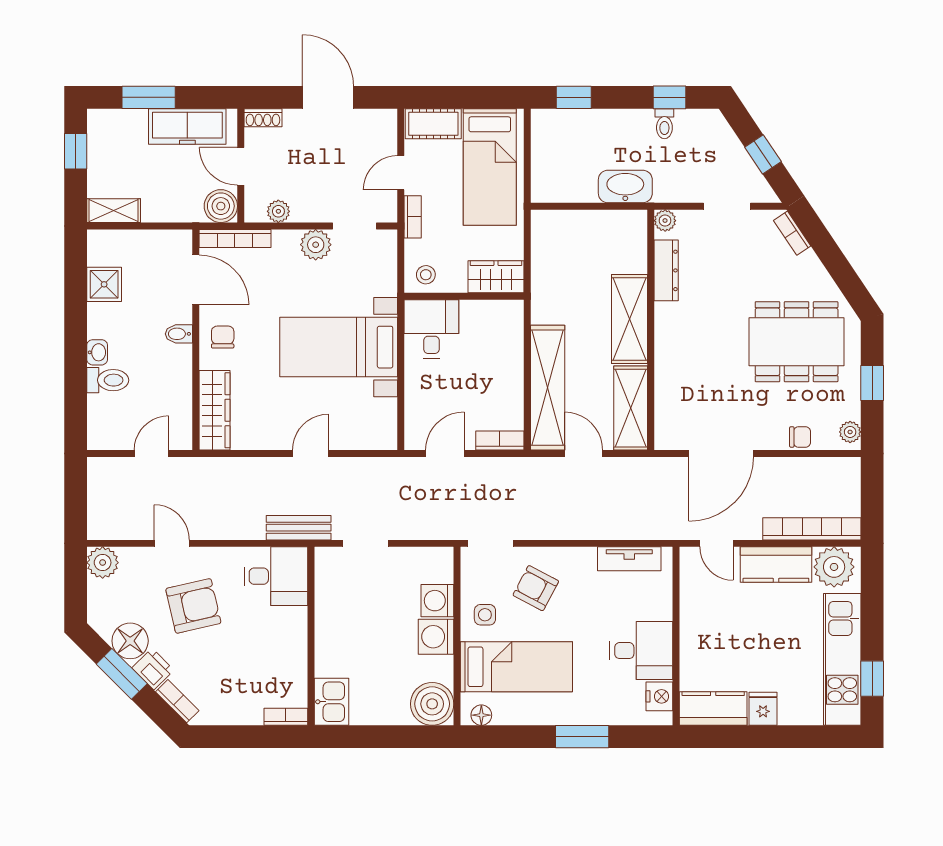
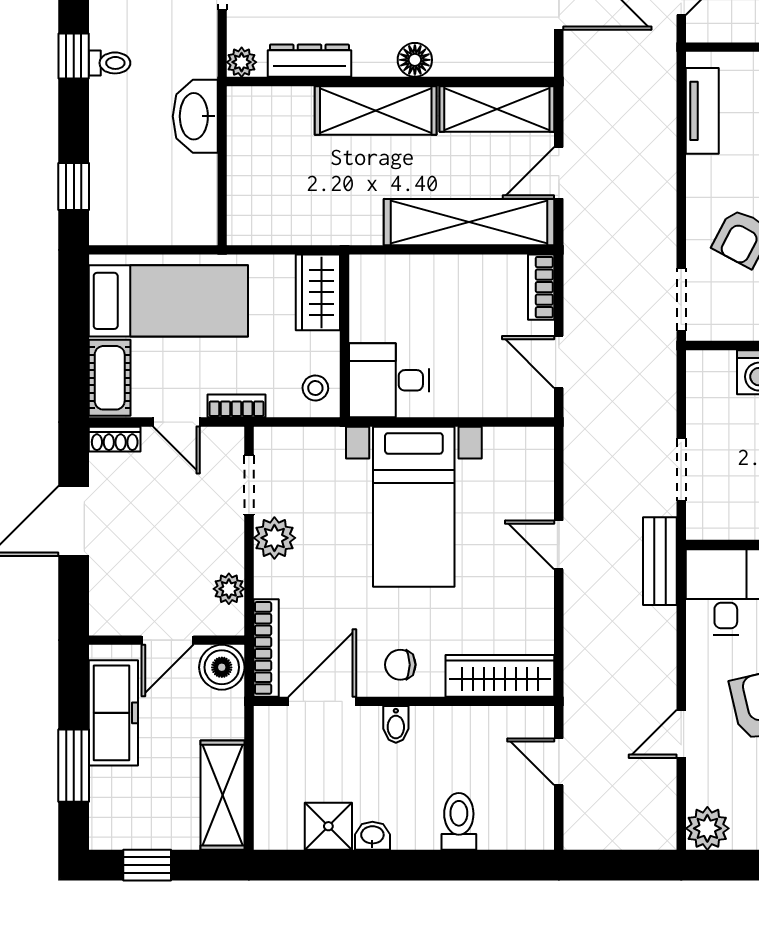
shoe rack: (263, 118) -> (115, 439), moved, turned 90
shelving: (114, 211) -> (222, 795), width x1.50, depth x1.33
floor lamp: (667, 348) -> (415, 60), added
washbasin: (97, 352) -> (372, 836), moved

